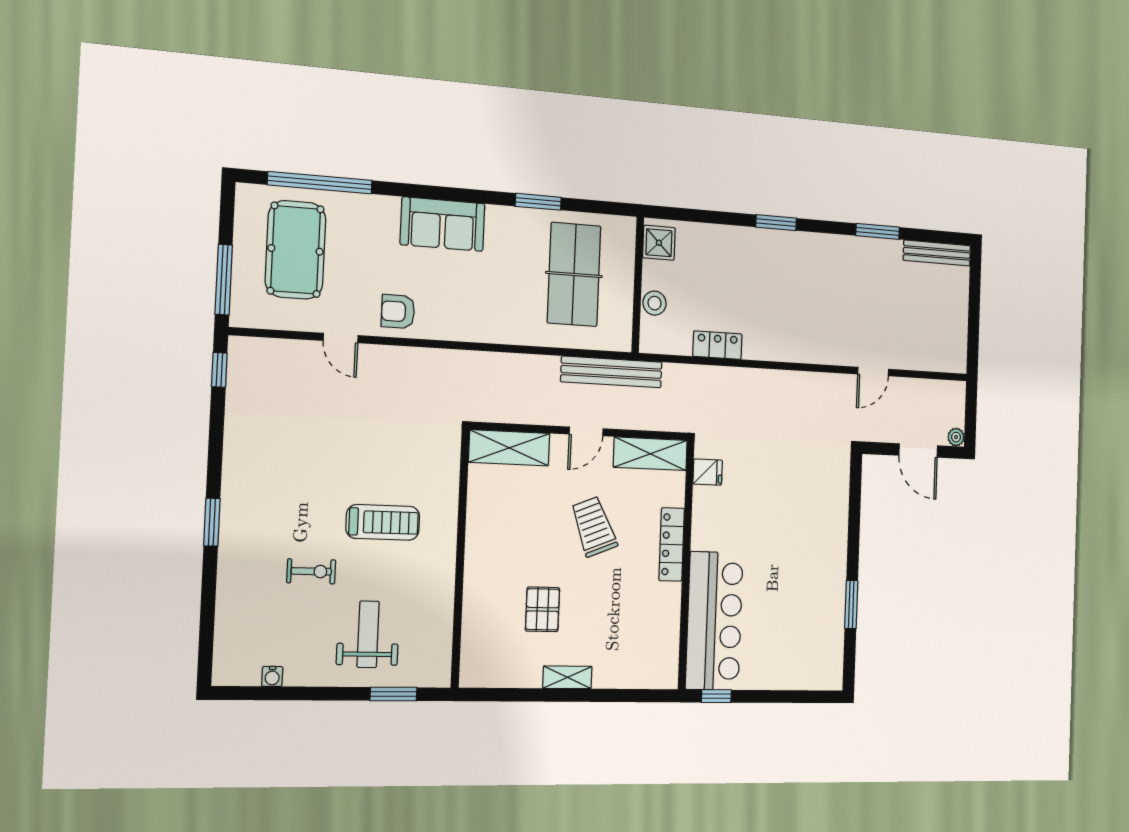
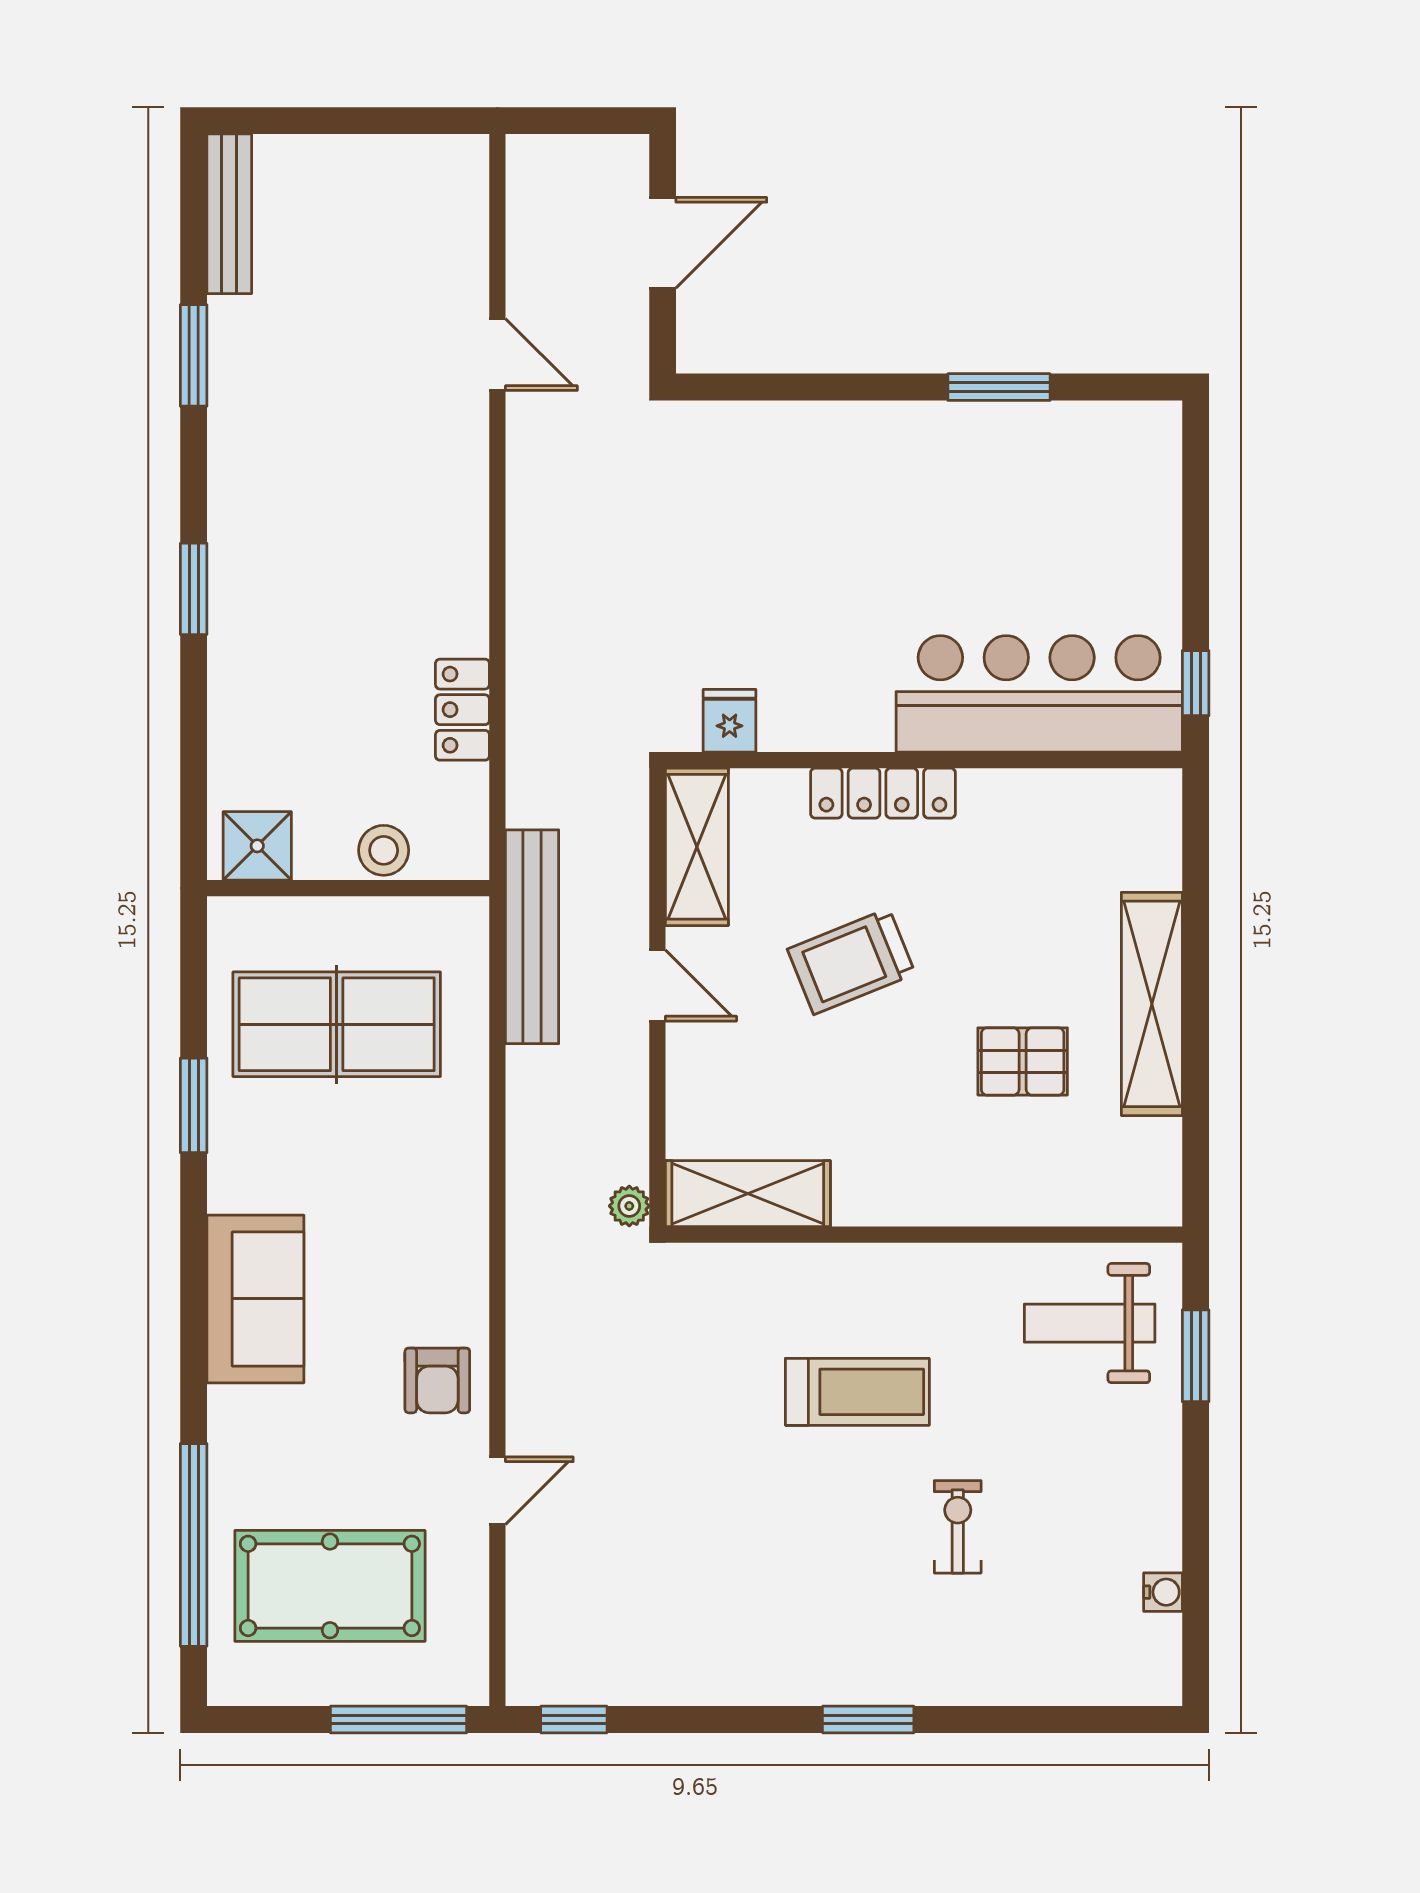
plant: (956, 437) -> (629, 1206), moved
shelving: (509, 448) -> (748, 1194), moved, turned 90
treadmill: (383, 522) -> (857, 1392), turned 90
weight bench: (368, 634) -> (1090, 1323), moved
shelving: (567, 677) -> (1152, 1004), width x2.20, depth x1.33

